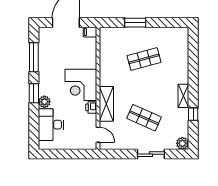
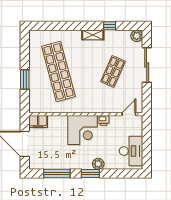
filing cabinet: (90, 32) -> (38, 122), width x2.00
shop shelf: (144, 59) -> (58, 71), width x2.00, depth x1.36
shelving: (106, 104) -> (100, 106), removed
desk: (51, 125) -> (131, 151), moved, turned -90
sliding door: (151, 154) -> (147, 65), width x1.37

